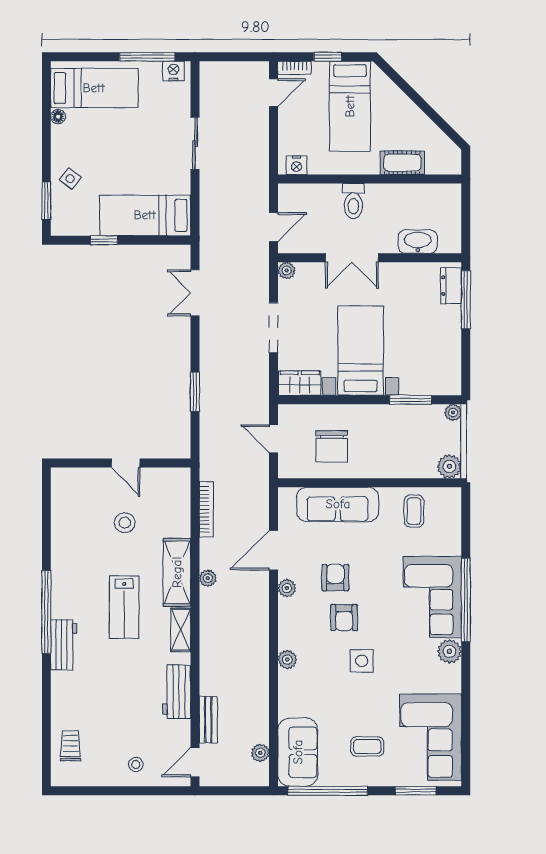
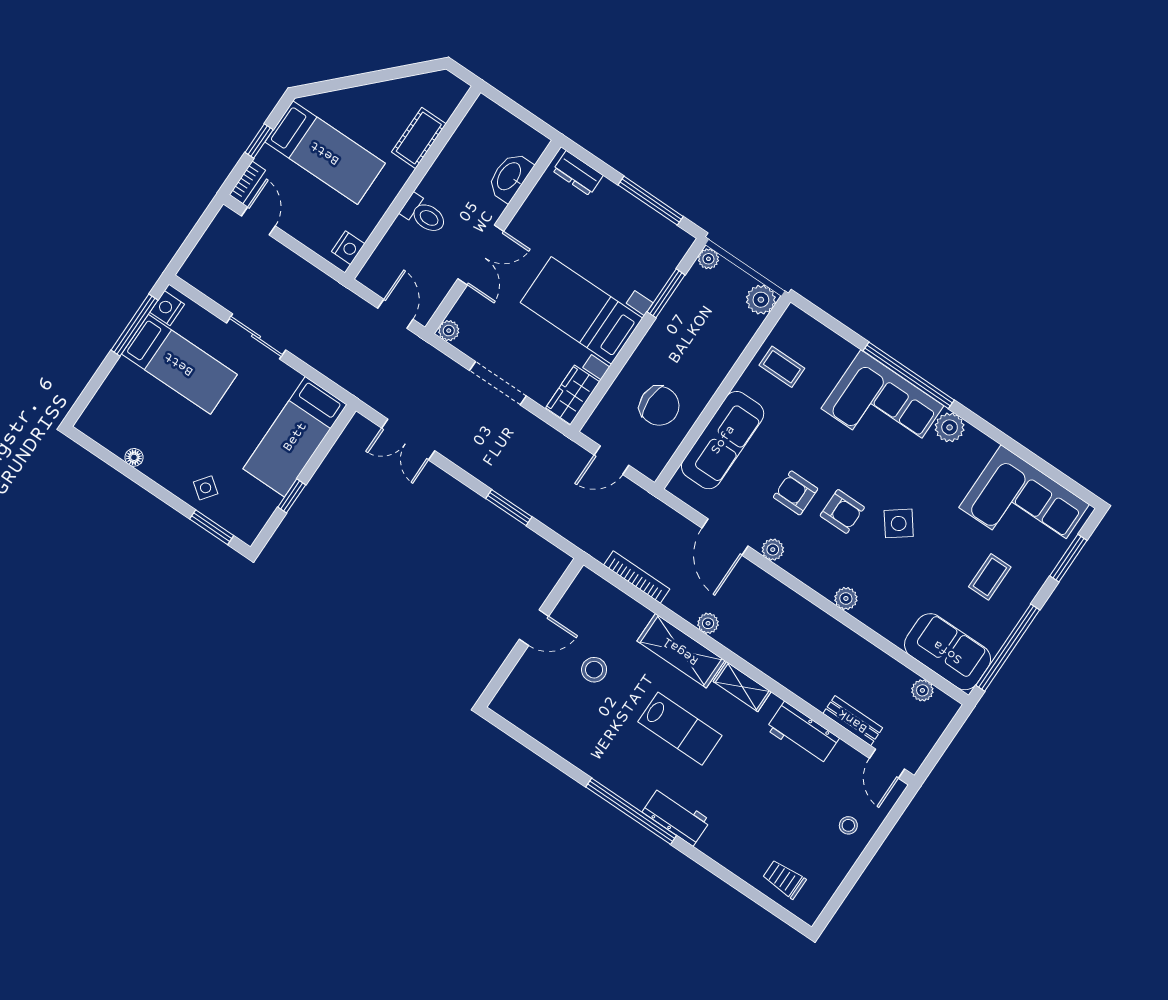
bed: (94, 88) -> (179, 364), moved, turned 90
window: (466, 300) -> (651, 201), moved
side table: (362, 661) -> (899, 523), turned -37

